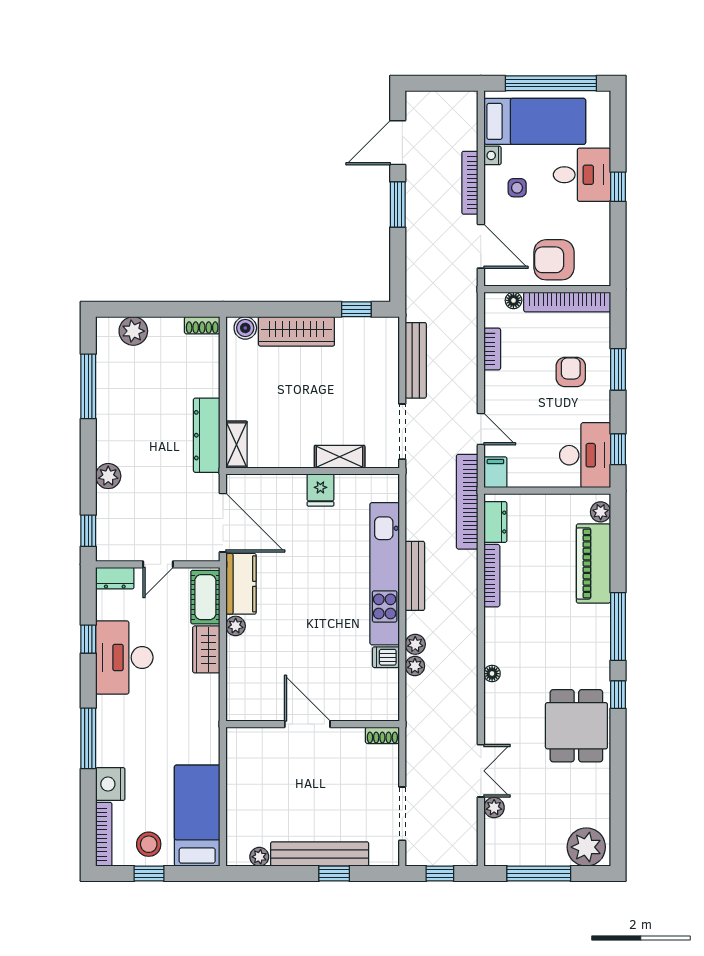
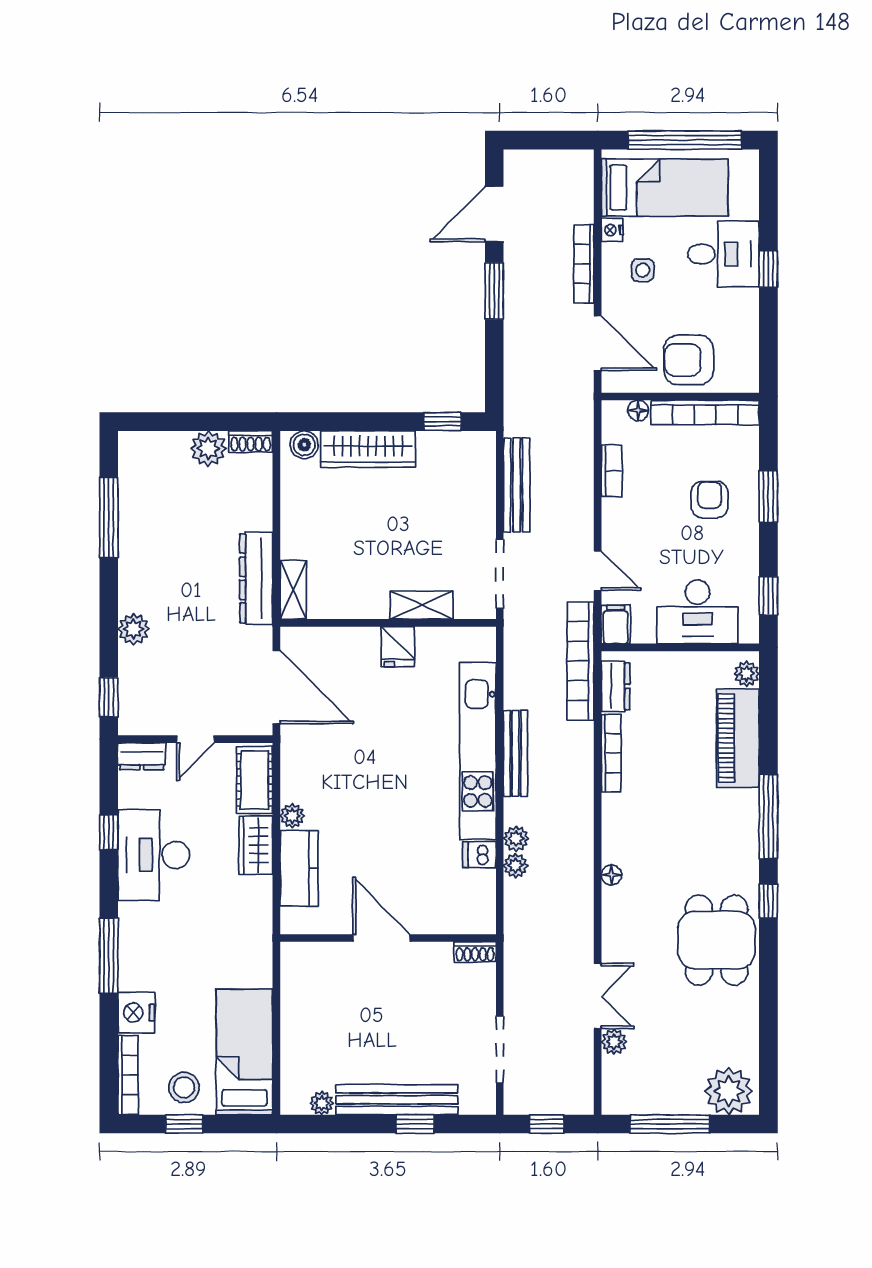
plant: (133, 331) -> (208, 449), moved
desk: (585, 455) -> (697, 612), moved, turned 90
kitchen counter: (241, 584) -> (299, 868), moved

